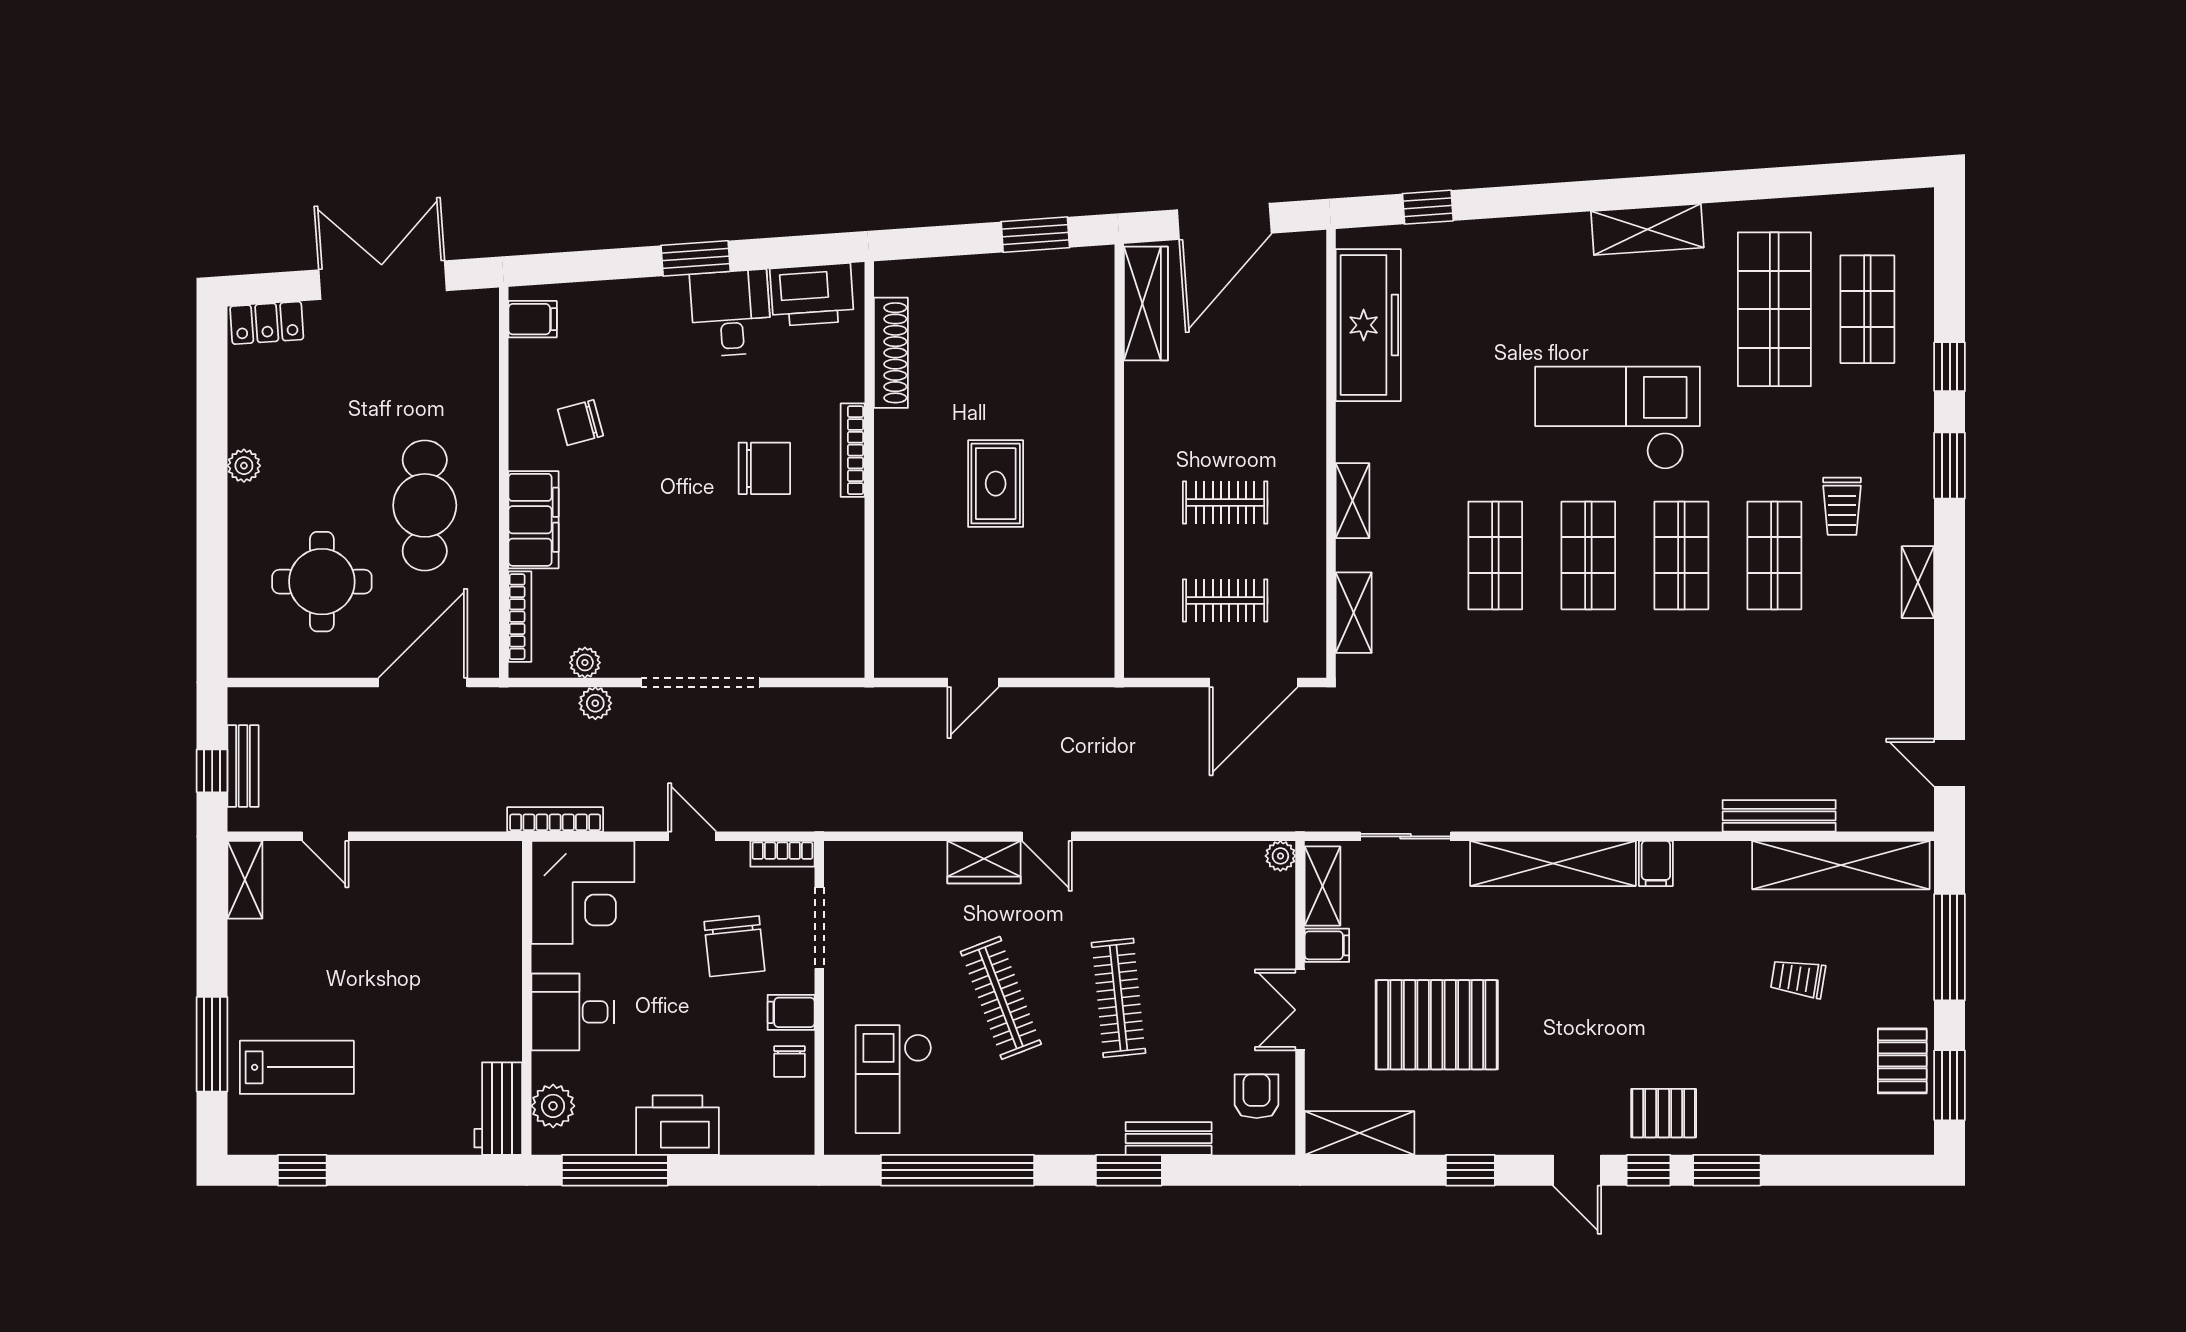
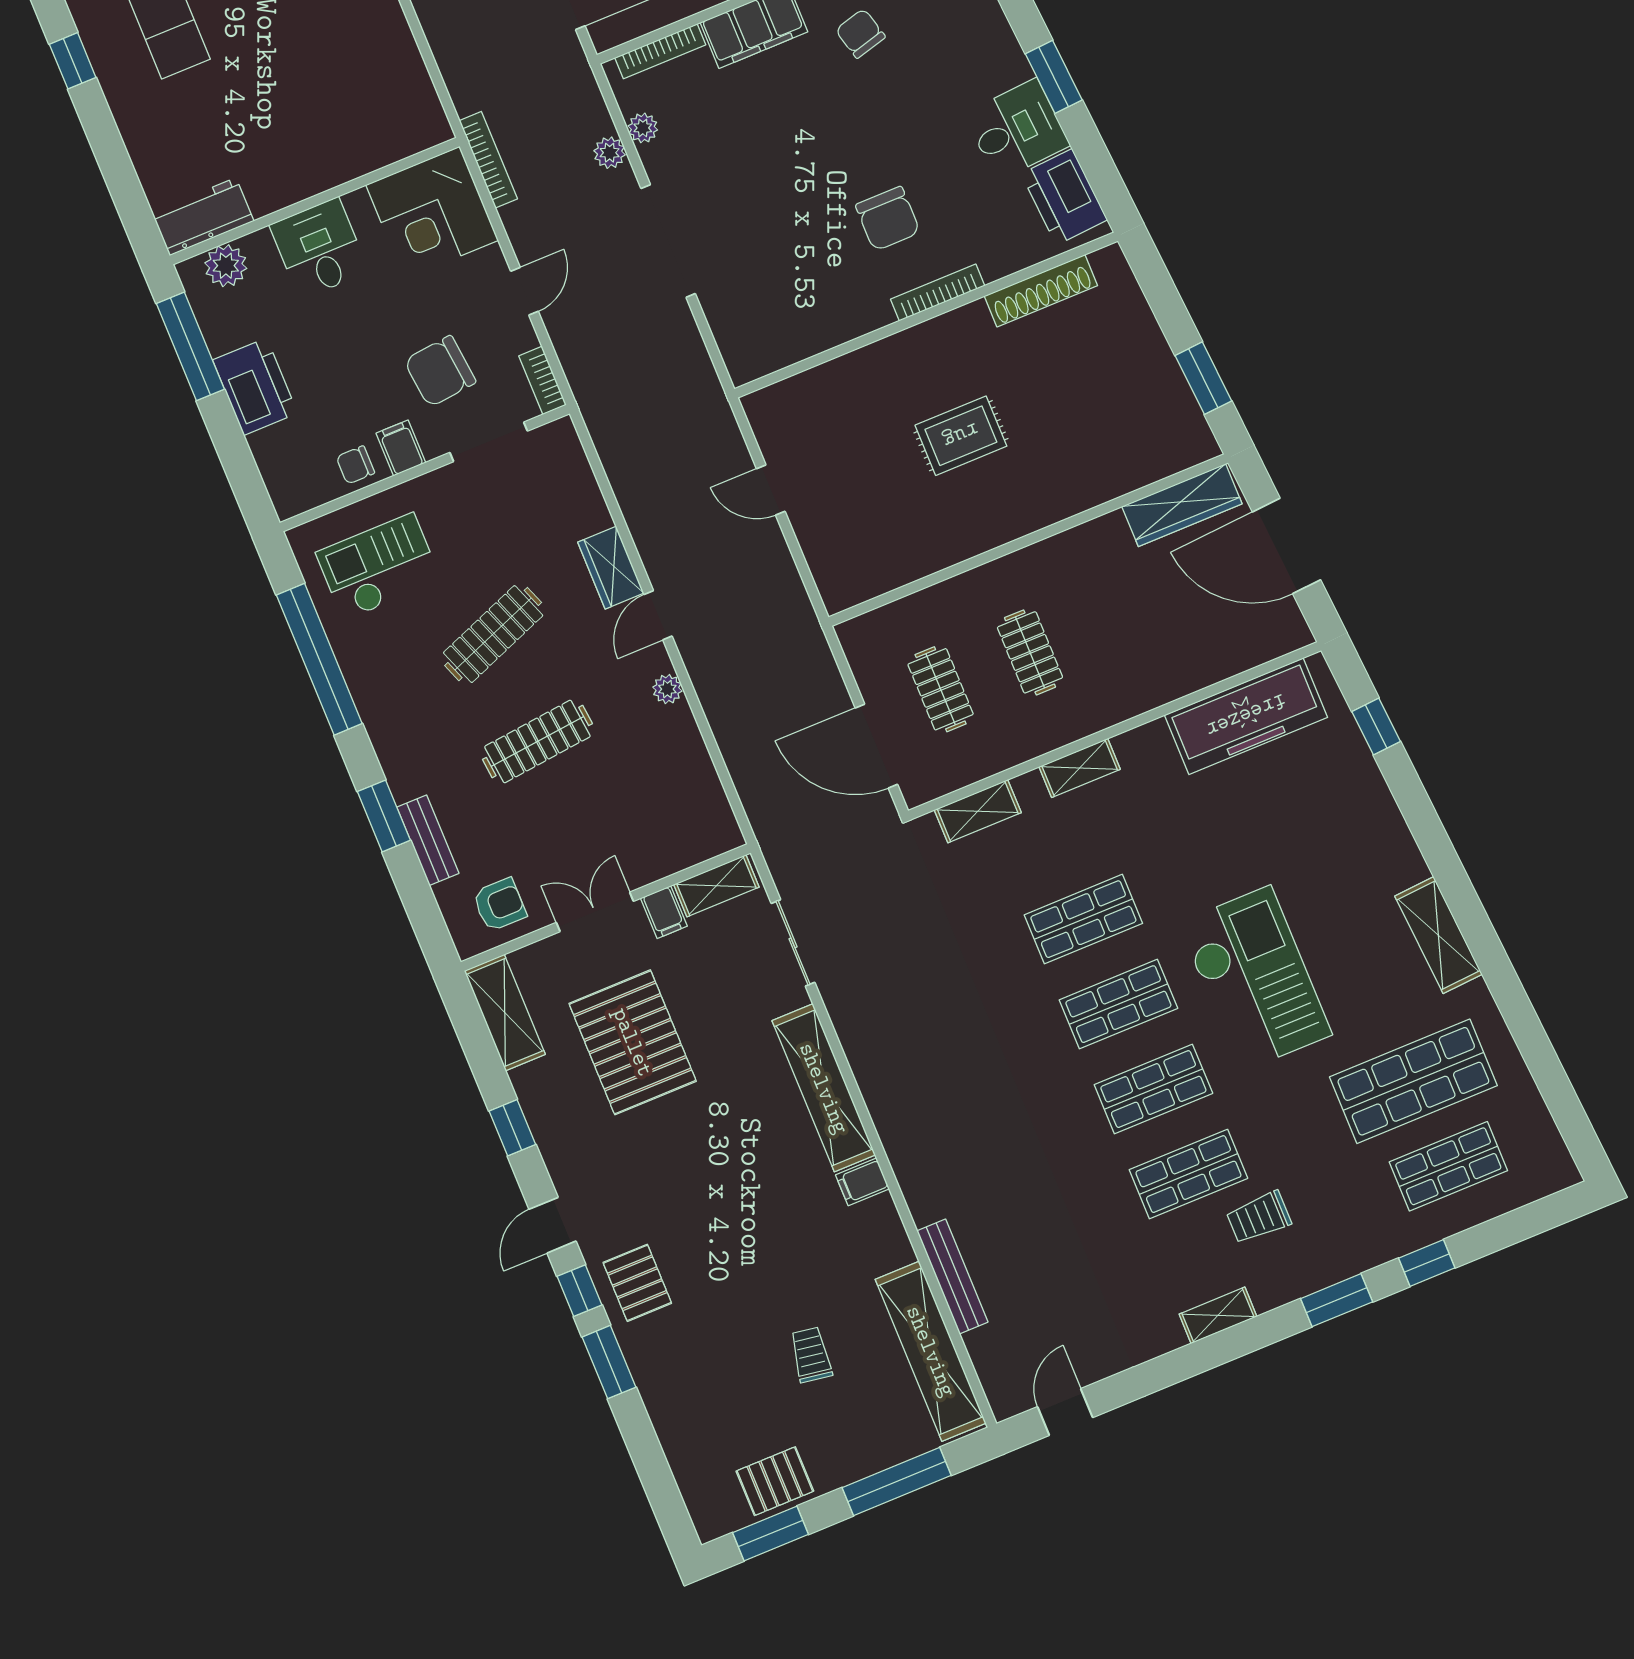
plant: (1280, 856) -> (667, 689), moved

